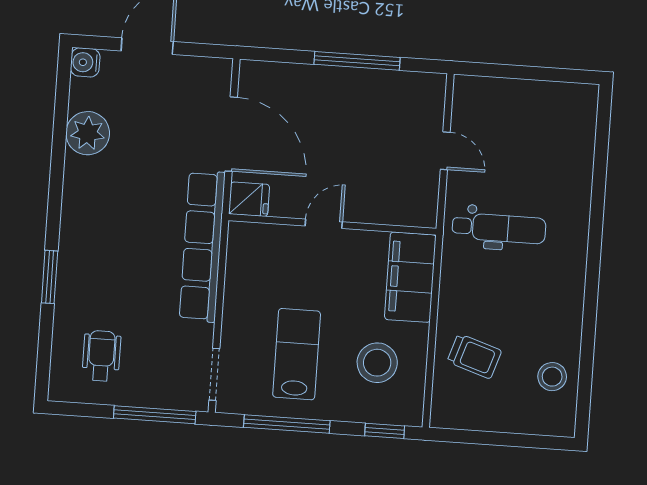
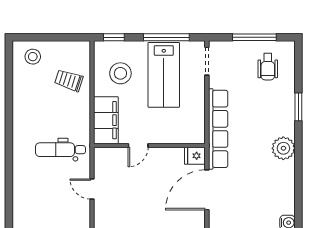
plant: (88, 133) -> (283, 148), moved
door: (231, 134) -> (207, 190), hinge flipped
door: (324, 224) -> (138, 145), moved
lab bench: (297, 354) -> (164, 75), width x1.36, depth x1.39
stool: (552, 377) -> (33, 57), moved
window: (155, 415) -> (254, 37), moved

